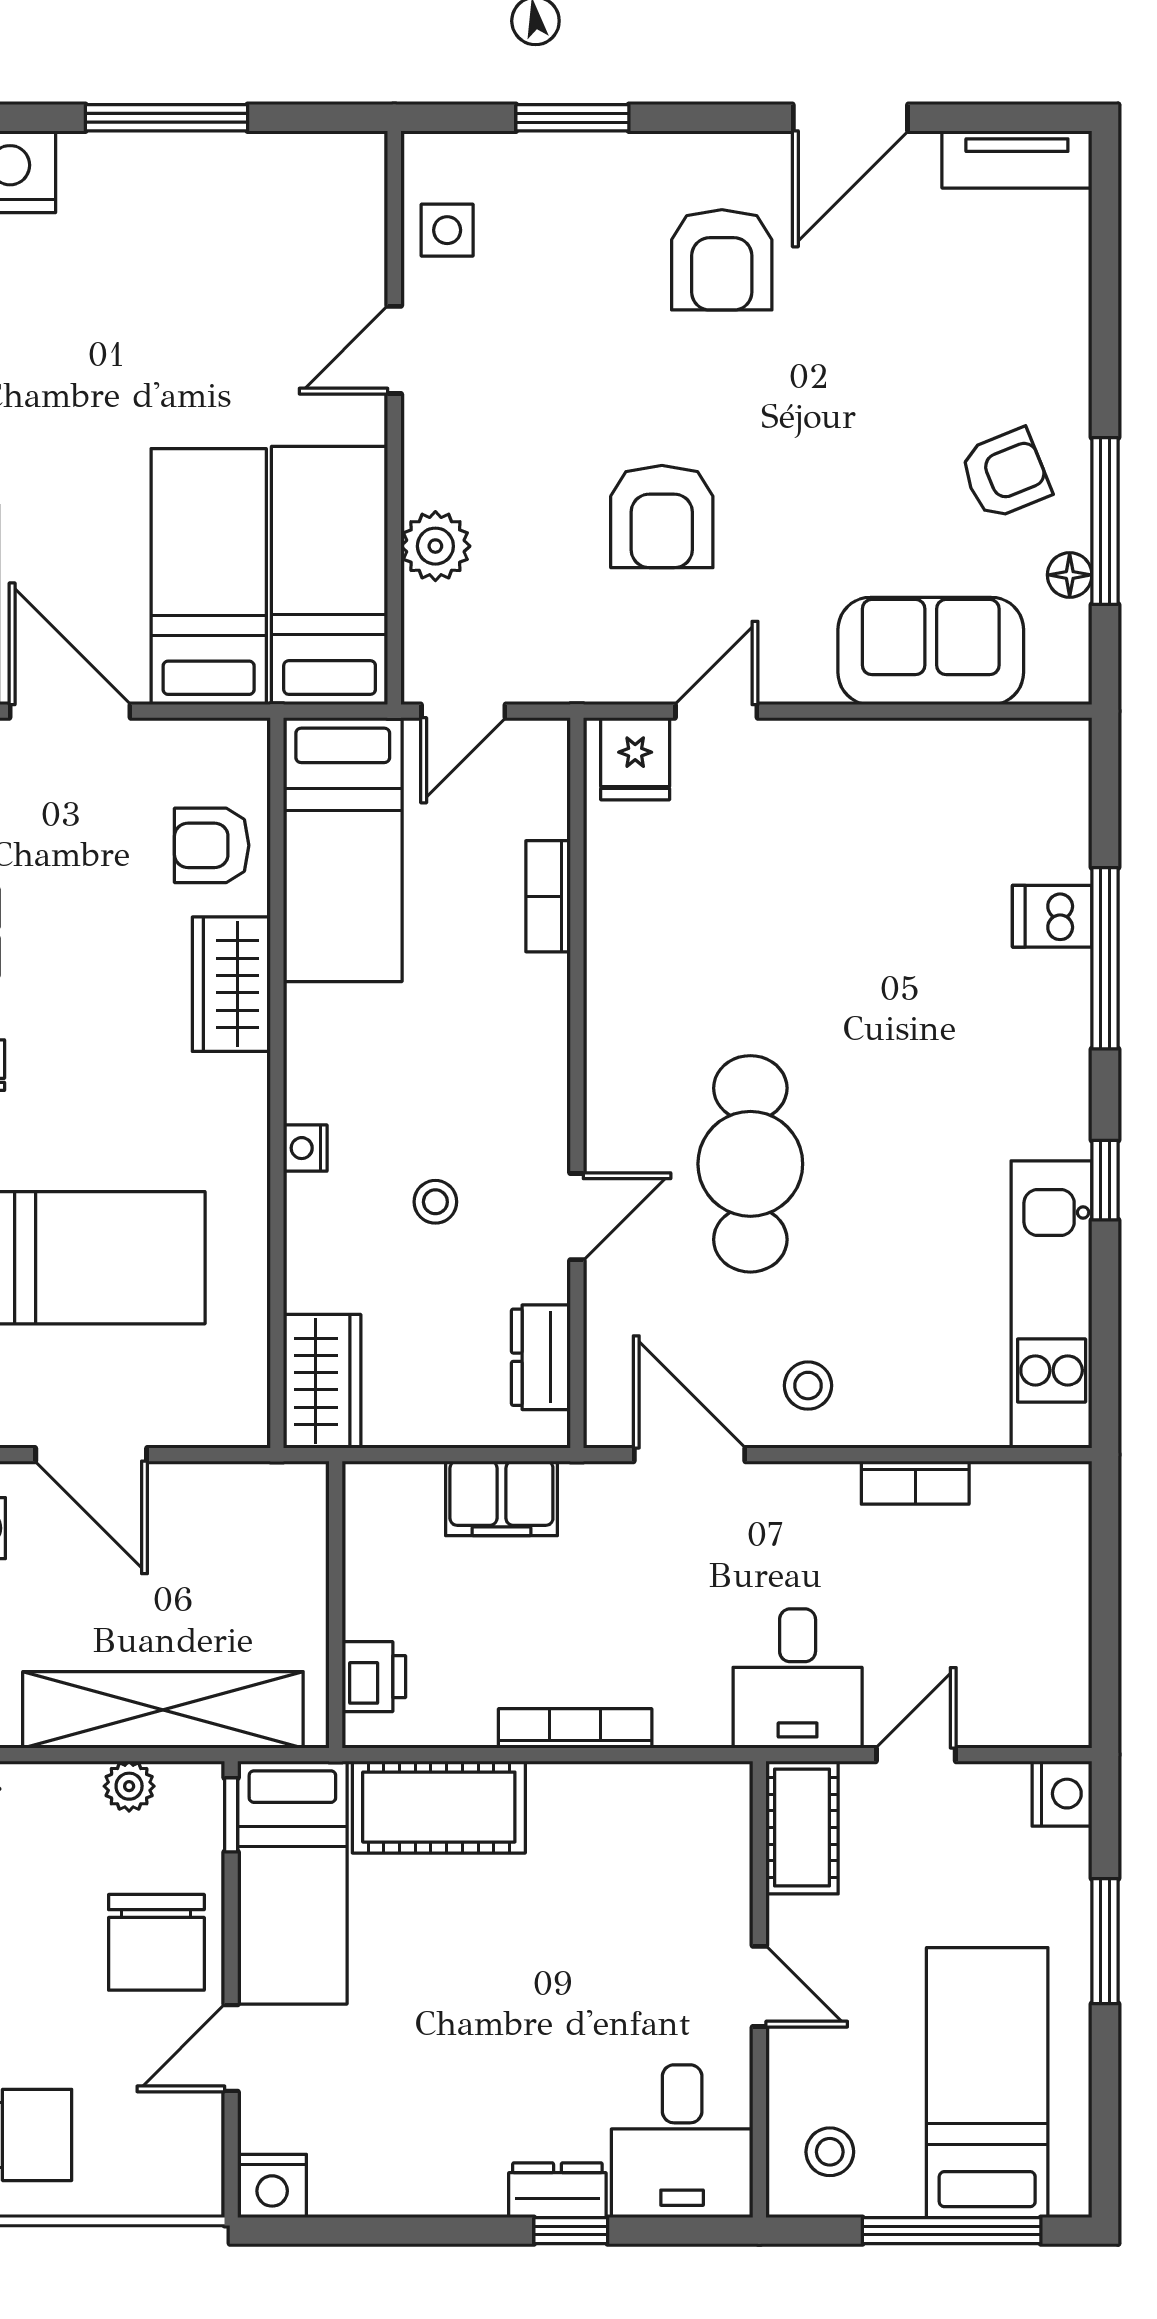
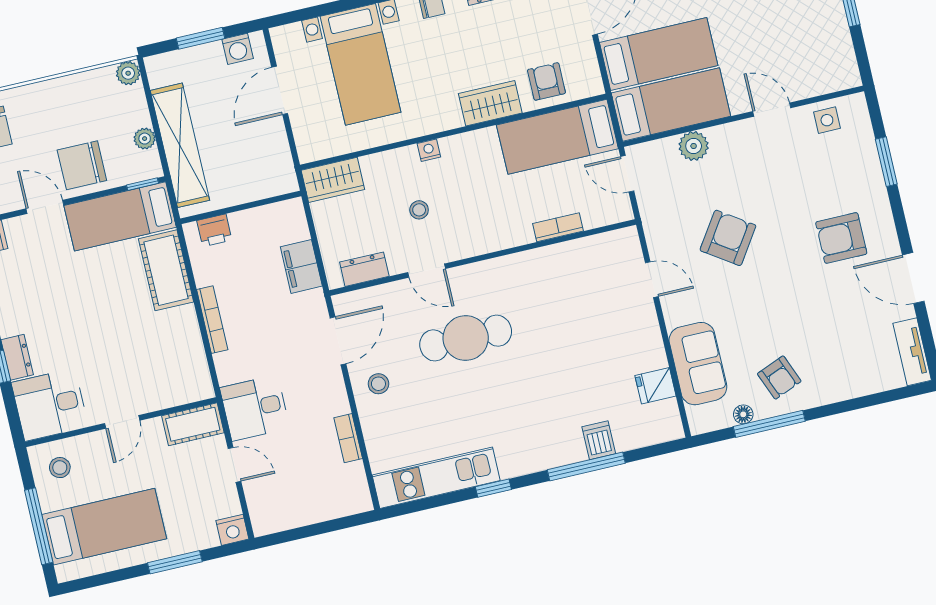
armchair: (662, 517) -> (728, 238), turned 124
fridge: (635, 759) -> (655, 386), moved

